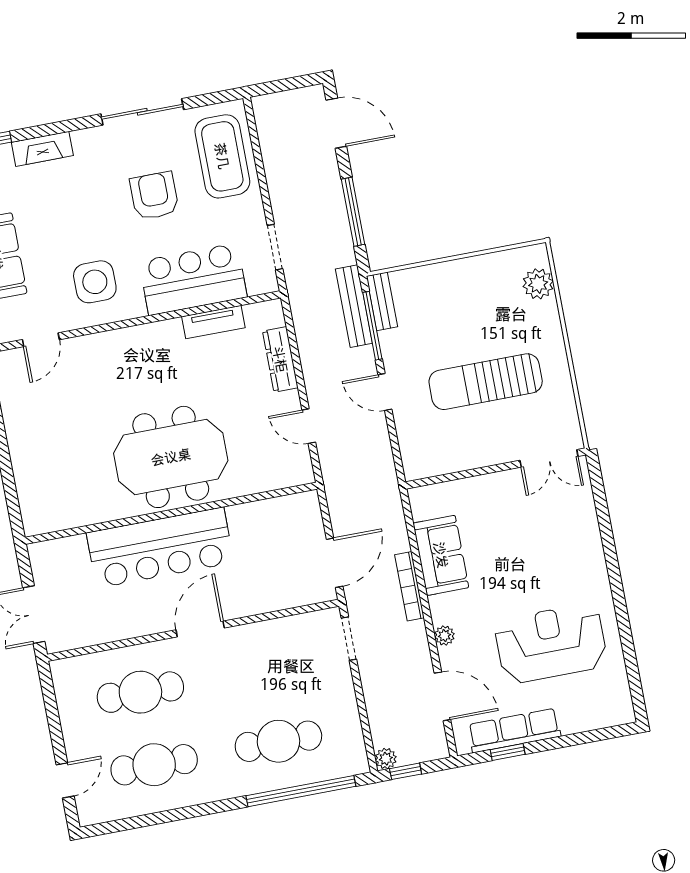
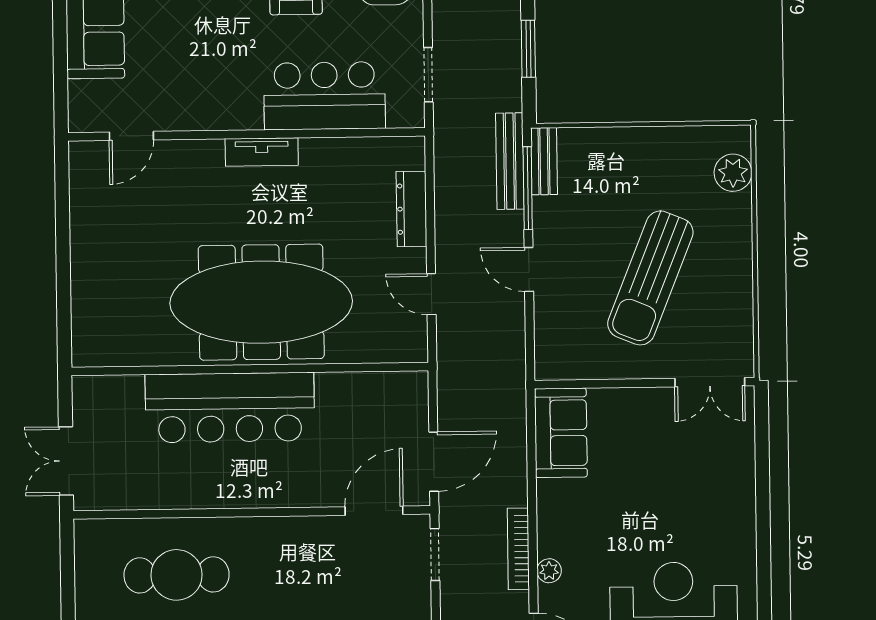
window: (353, 212) -> (528, 49), width x0.69
side table: (95, 282) -> (207, 79), removed
tv unit: (213, 322) -> (262, 152), moved
sun lounger: (486, 382) -> (650, 278), turned -68
meeting table: (171, 457) -> (261, 302), width x1.36
sofa: (441, 555) -> (561, 433), moved
bookcase: (409, 586) -> (518, 549), moved
door: (200, 629) -> (374, 511), moved

